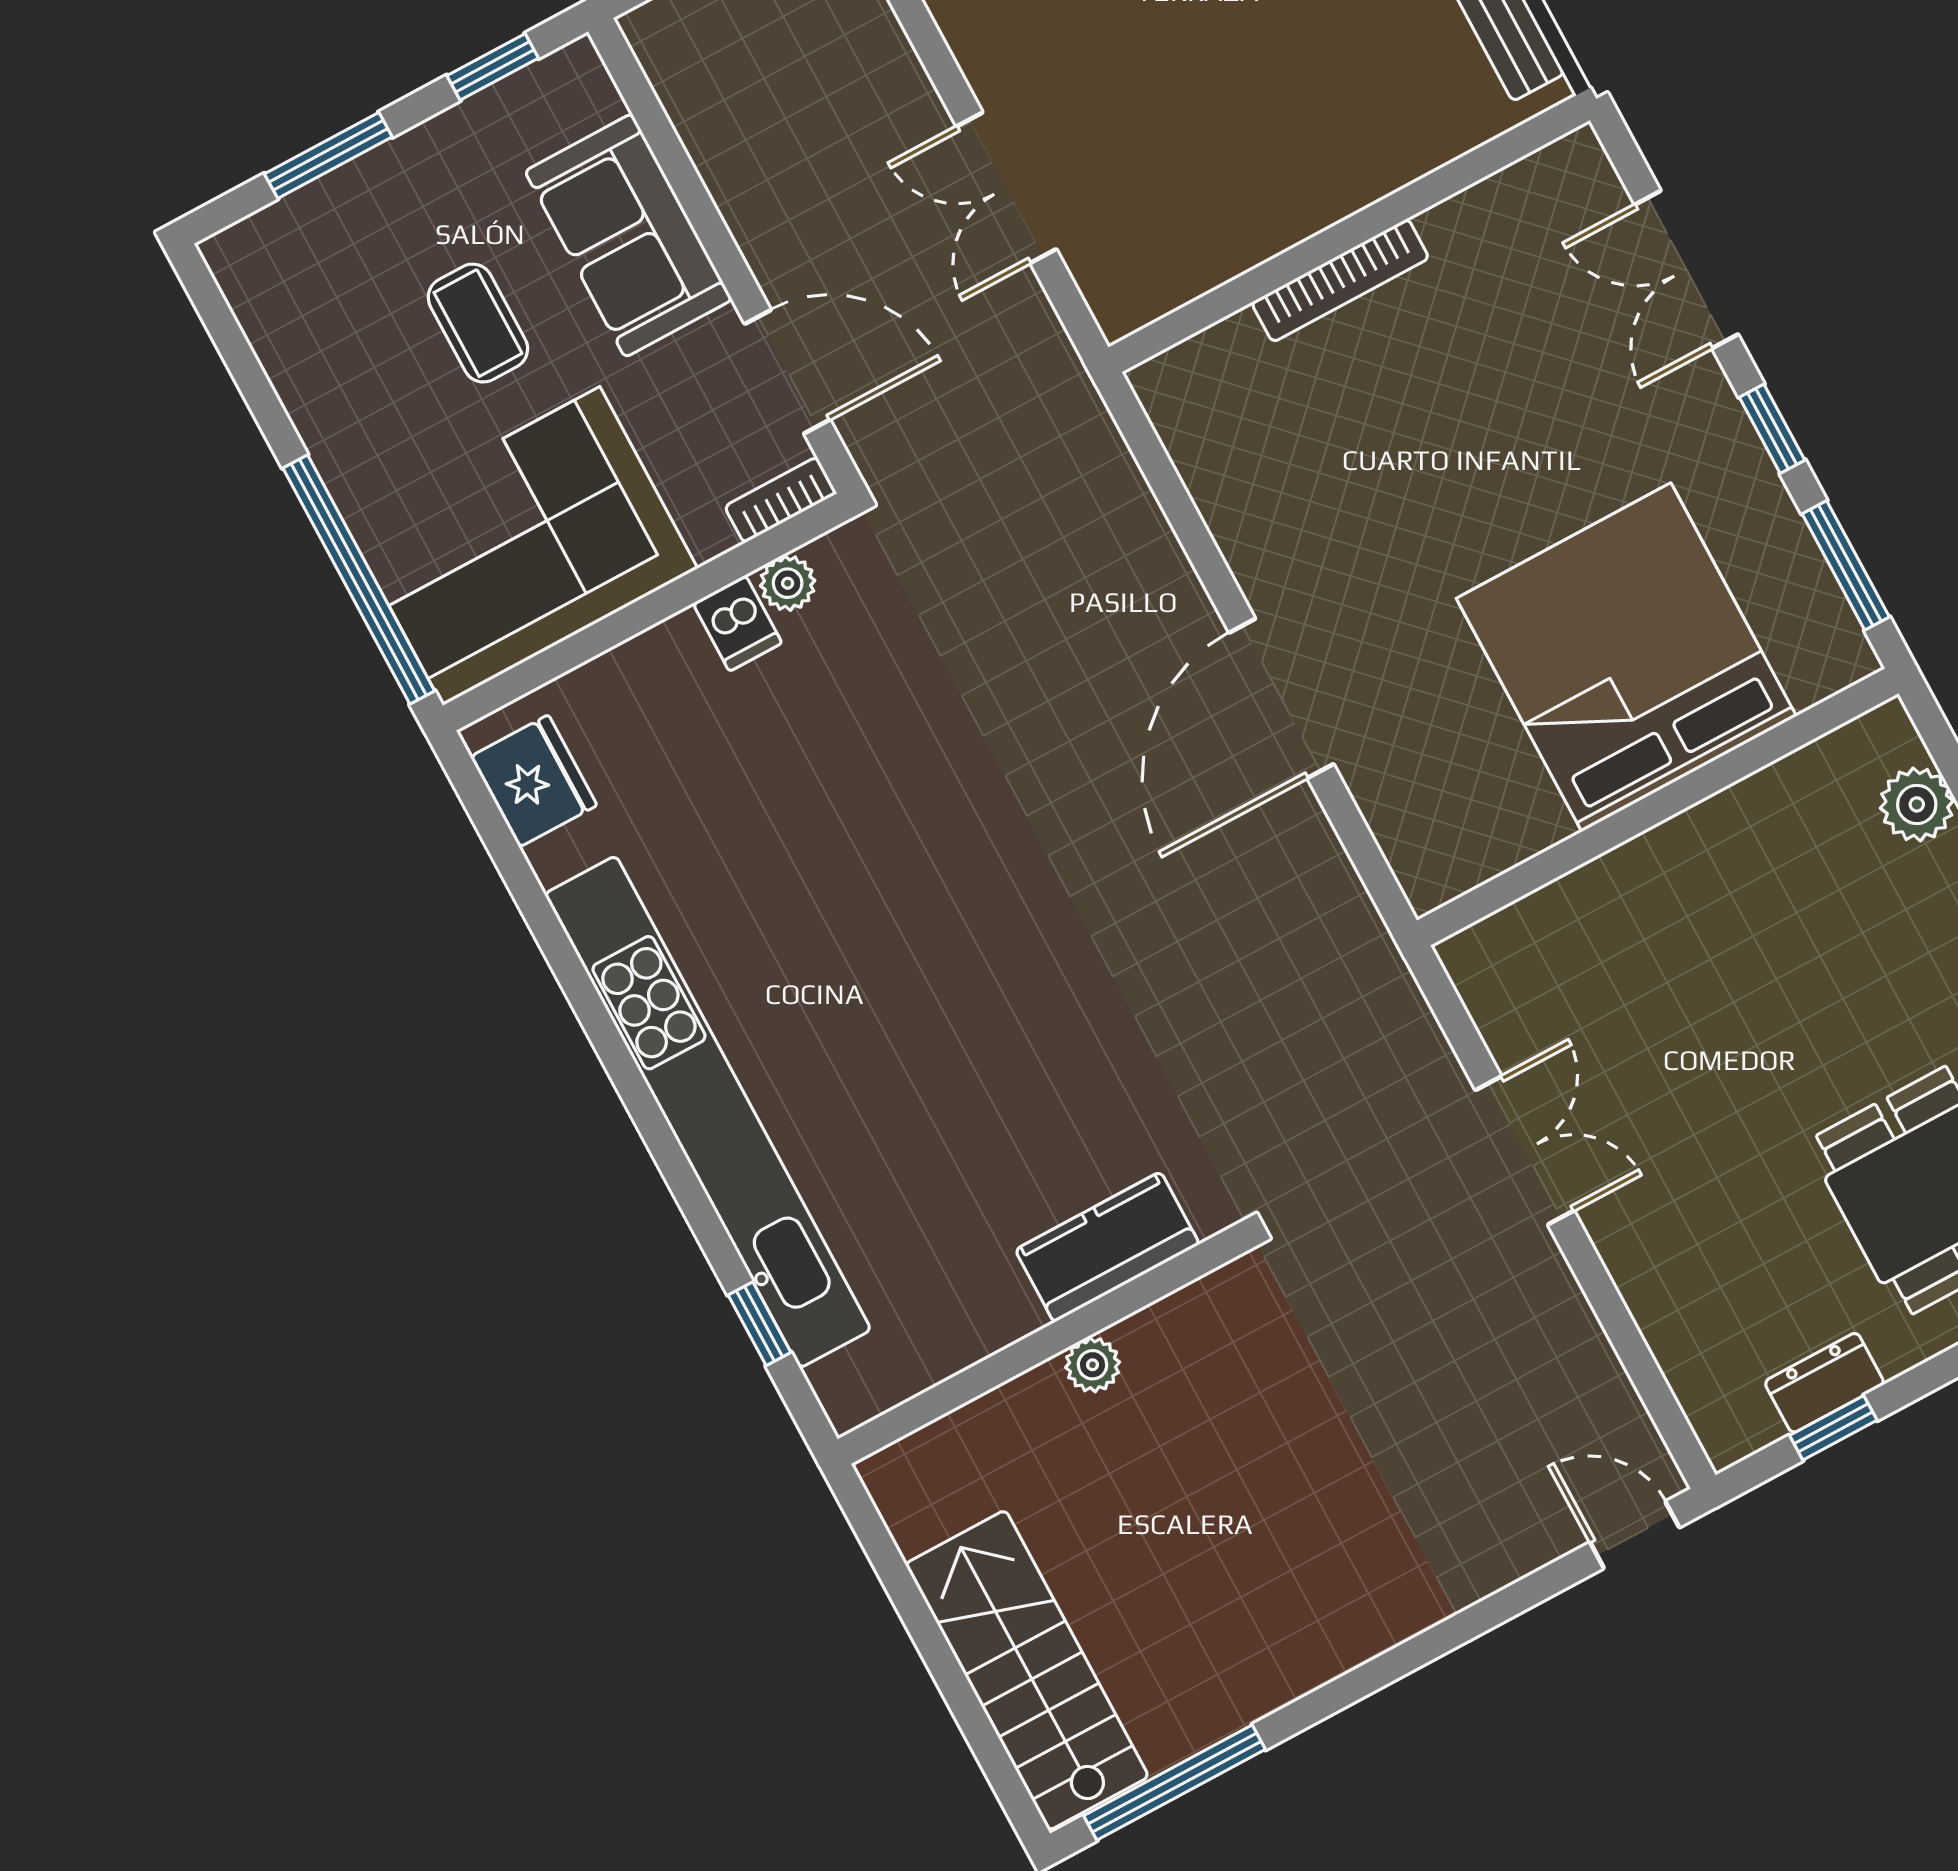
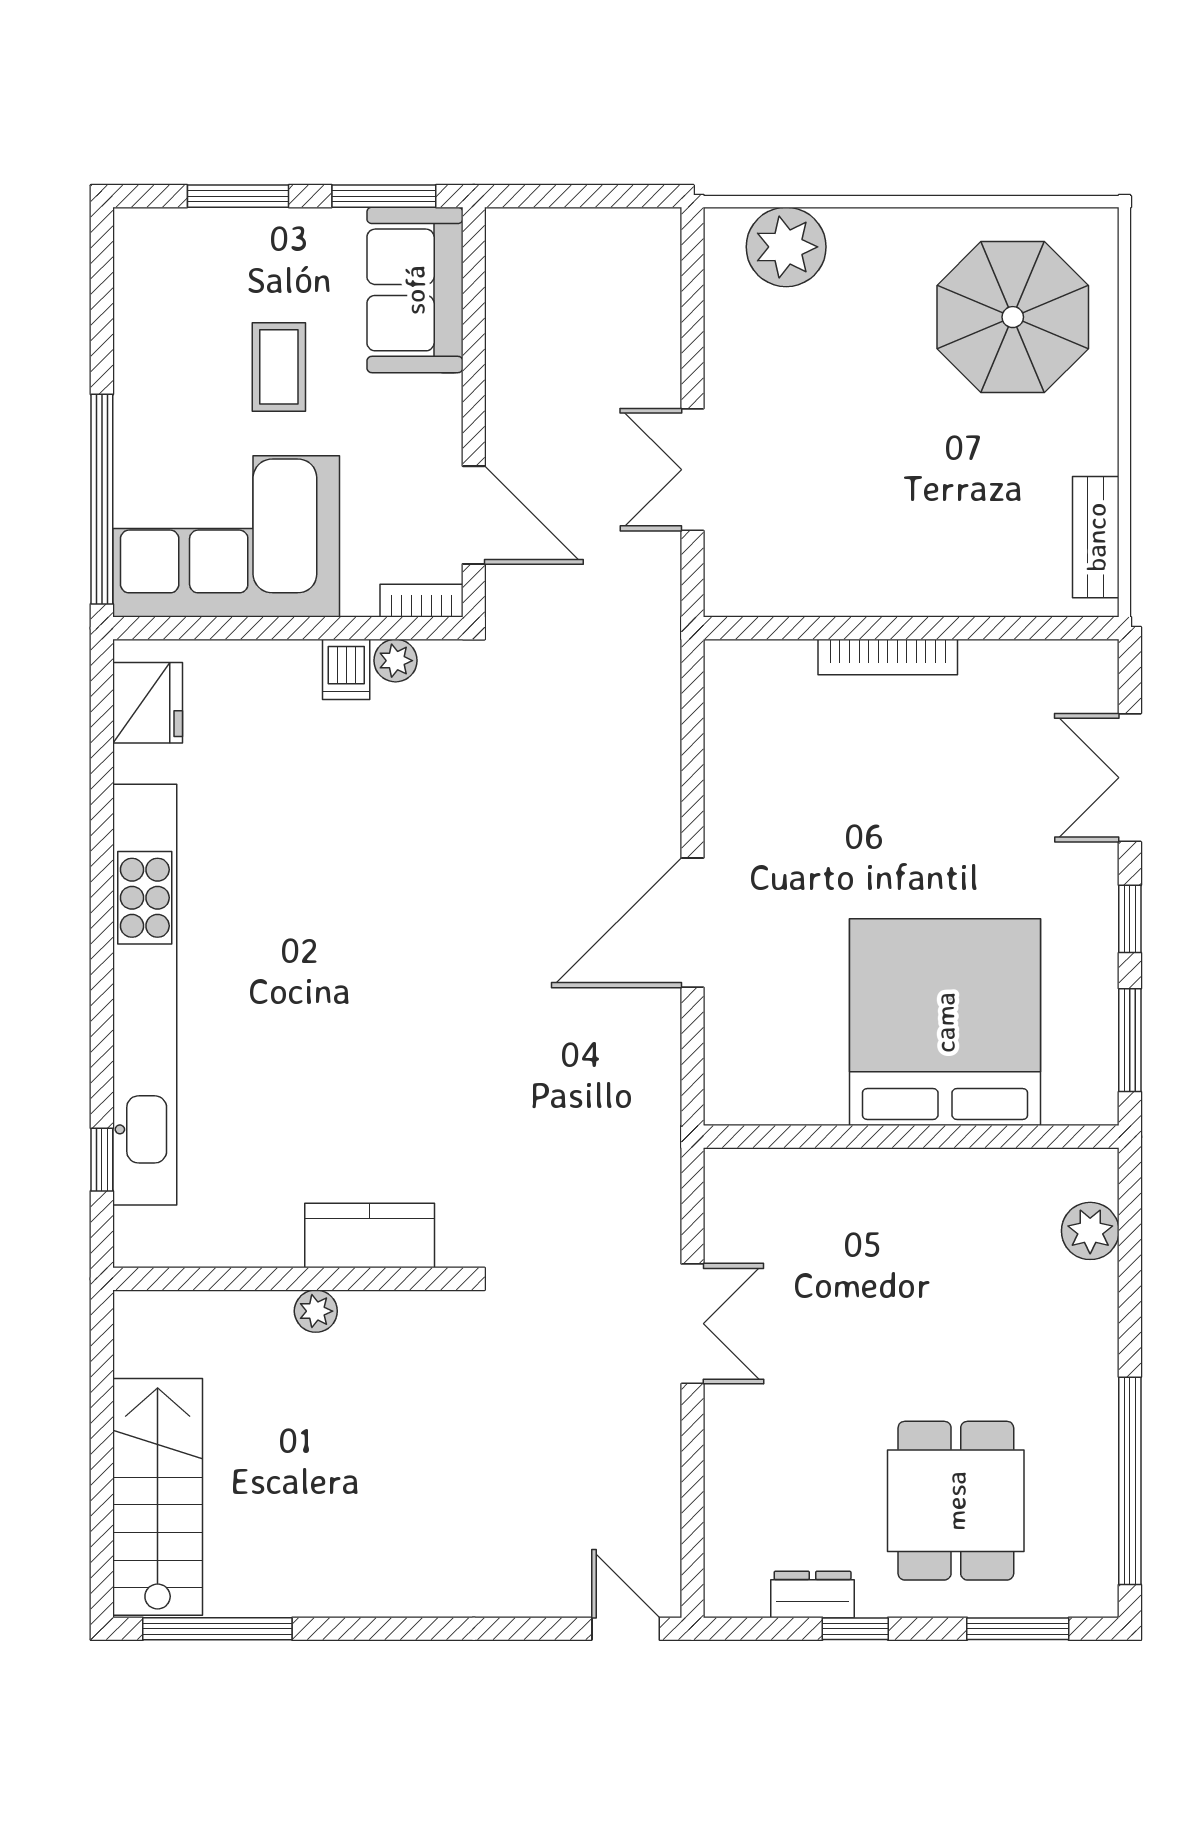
window: (493, 67) -> (384, 196), width x1.50
sofa: (629, 235) -> (415, 290), moved
window: (1833, 1428) -> (855, 1629), moved

